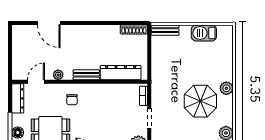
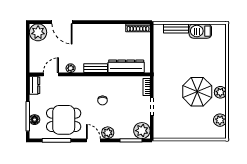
bench: (165, 30) -> (176, 28), moved
plant: (22, 34) -> (38, 32), added
plant: (226, 88) -> (220, 92), moved
dresser: (18, 98) -> (35, 85), width x0.70
chair: (72, 100) -> (103, 100), moved

